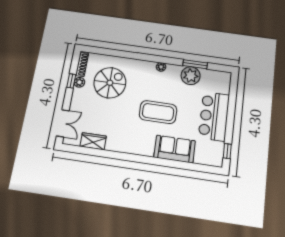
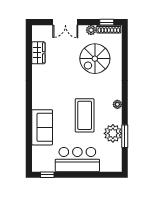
window: (71, 81) -> (107, 22), moved
spiral stairs: (110, 83) -> (95, 59), turned 90
coffee table: (158, 112) -> (85, 115), moved
double door: (63, 123) -> (65, 22), moved

